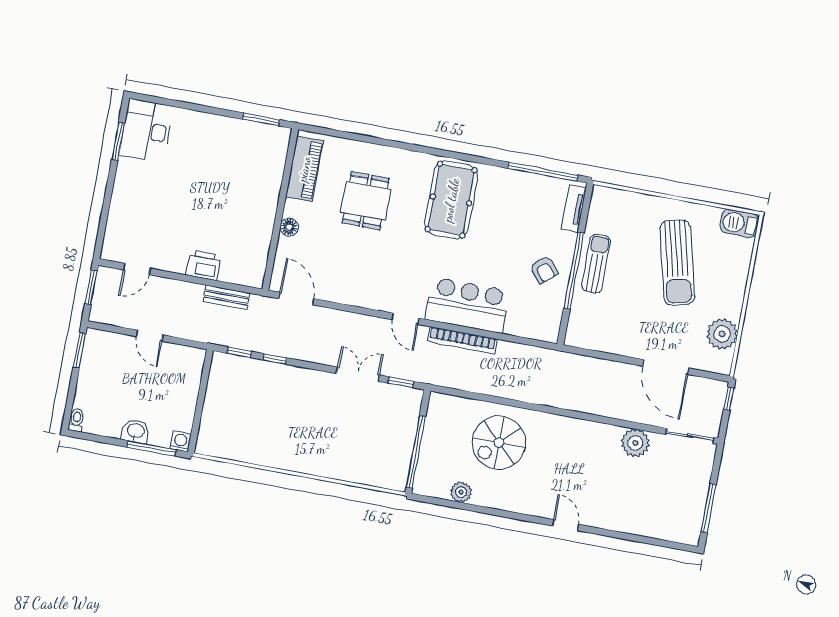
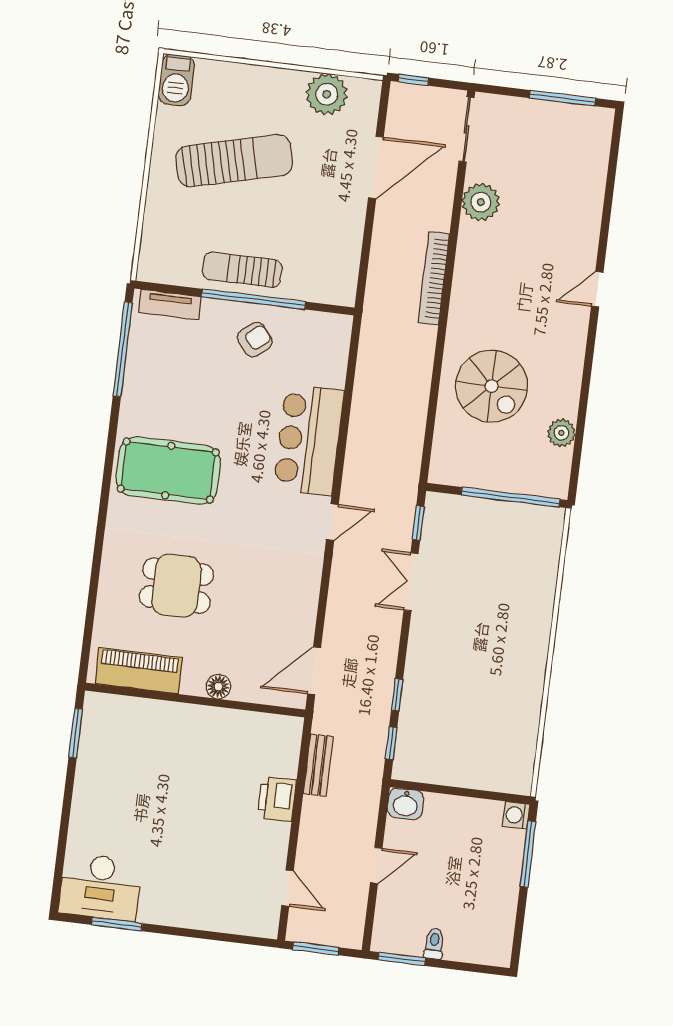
bookcase: (463, 340) -> (434, 278), moved, turned 180
toilet: (77, 420) -> (434, 944), moved, turned 90
washbasin: (136, 431) -> (405, 804), moved, turned -90

